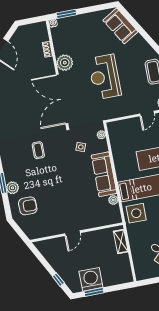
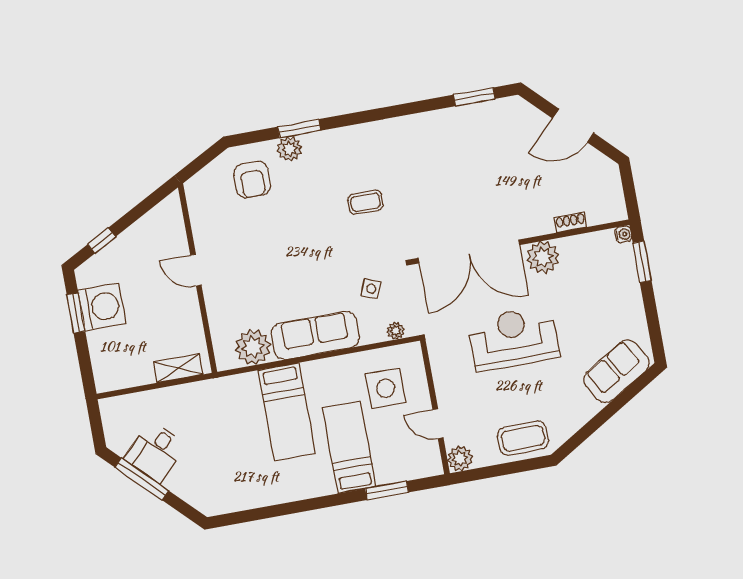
double door: (62, 99) -> (469, 251), swing flipped
plant: (113, 200) -> (253, 347), width x1.87, depth x1.87
side table: (136, 213) -> (386, 388), moved

